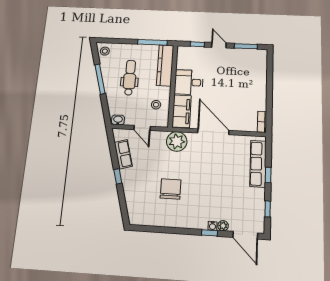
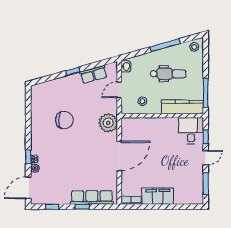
desk: (189, 82) -> (191, 131), moved
filing cabinet: (182, 111) -> (158, 196), moved, turned 180

